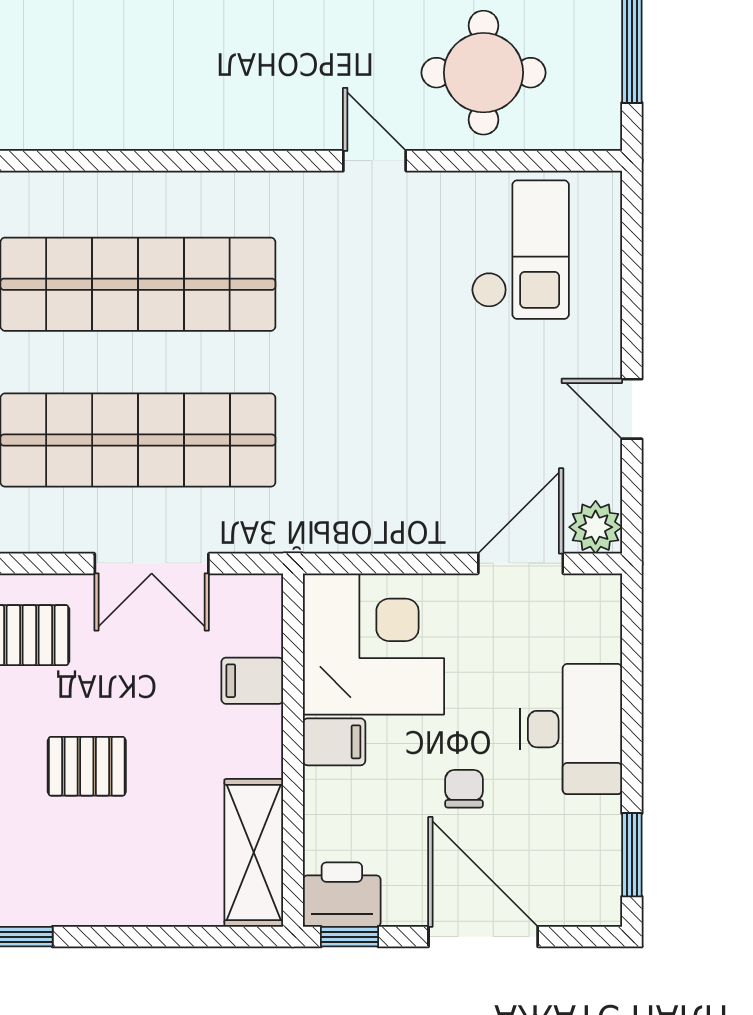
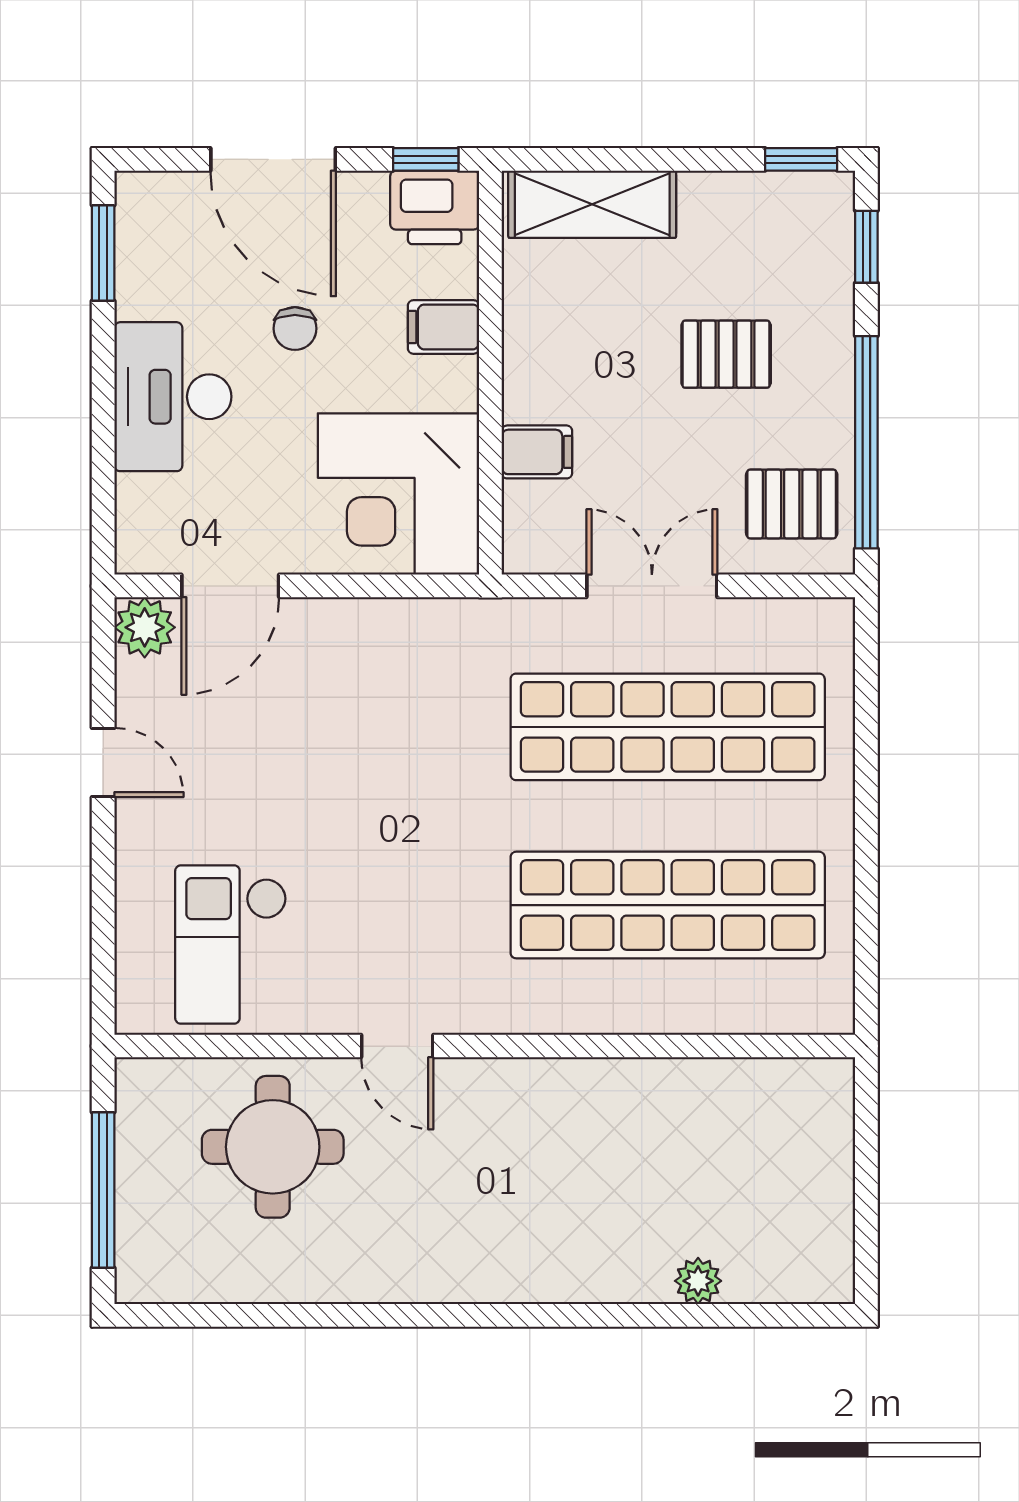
filing cabinet: (334, 742) -> (443, 327), moved
shelving: (254, 852) -> (592, 204), moved, turned 90

